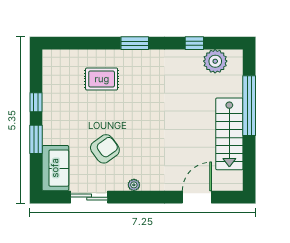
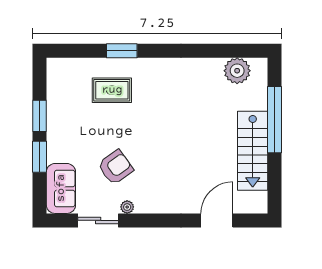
window: (135, 43) -> (122, 51), moved
window: (194, 43) -> (214, 51), removed
window: (36, 102) -> (40, 116), width x1.50
plant: (134, 185) -> (127, 207), moved

